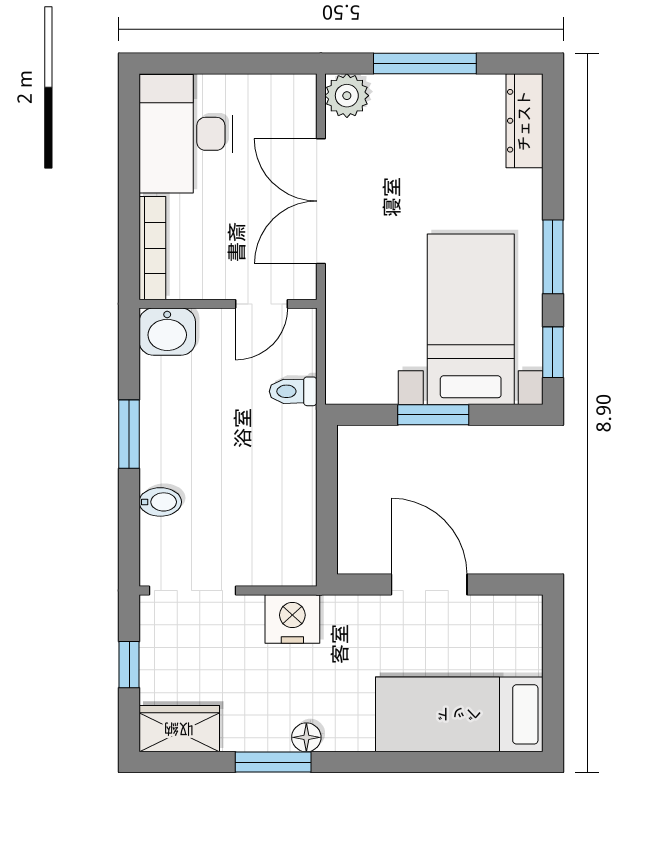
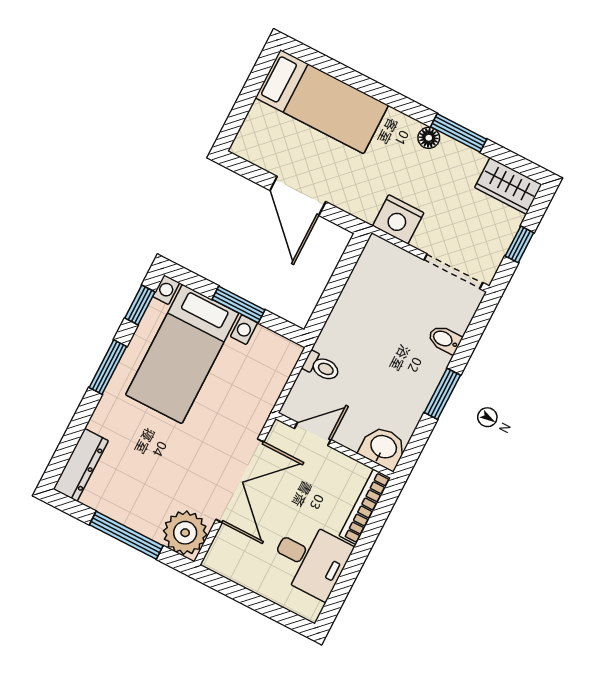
plant: (347, 96) -> (185, 533), width x1.36, depth x1.36
desk: (186, 134) -> (310, 559), width x0.73

